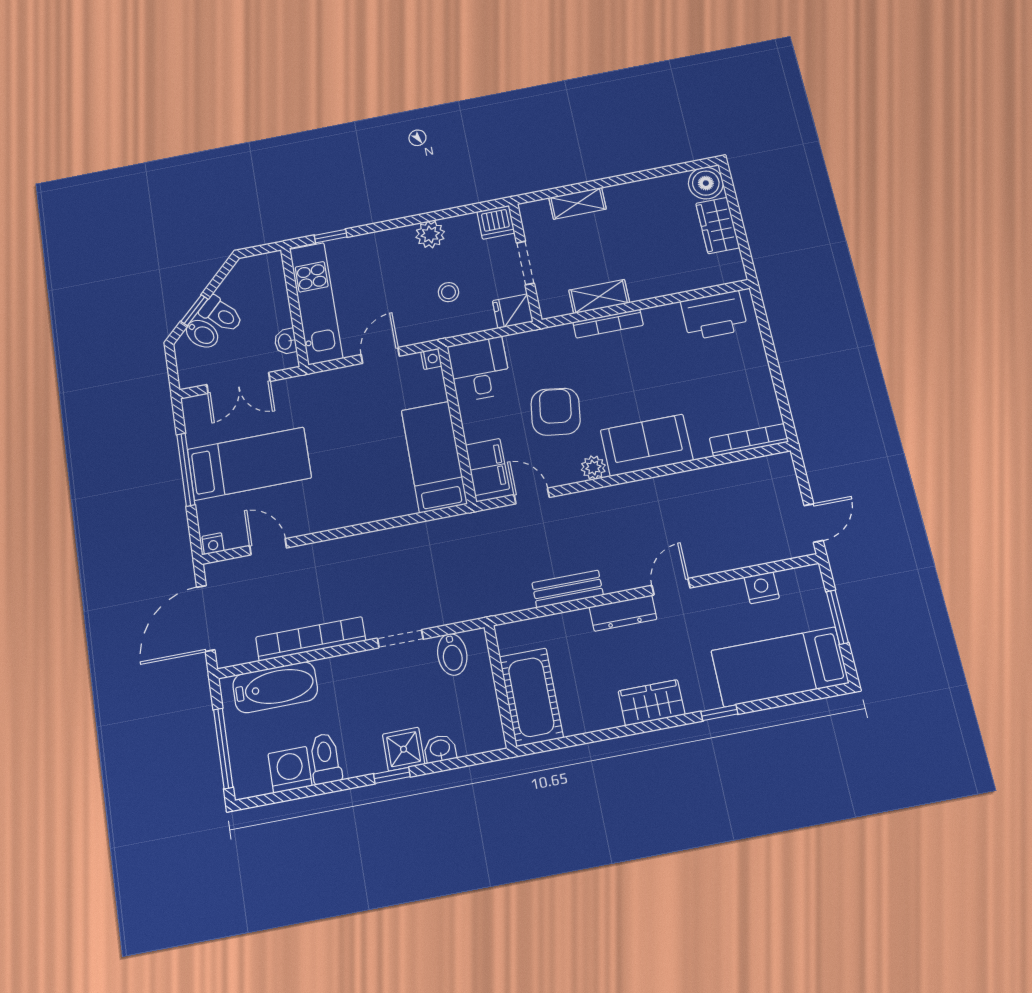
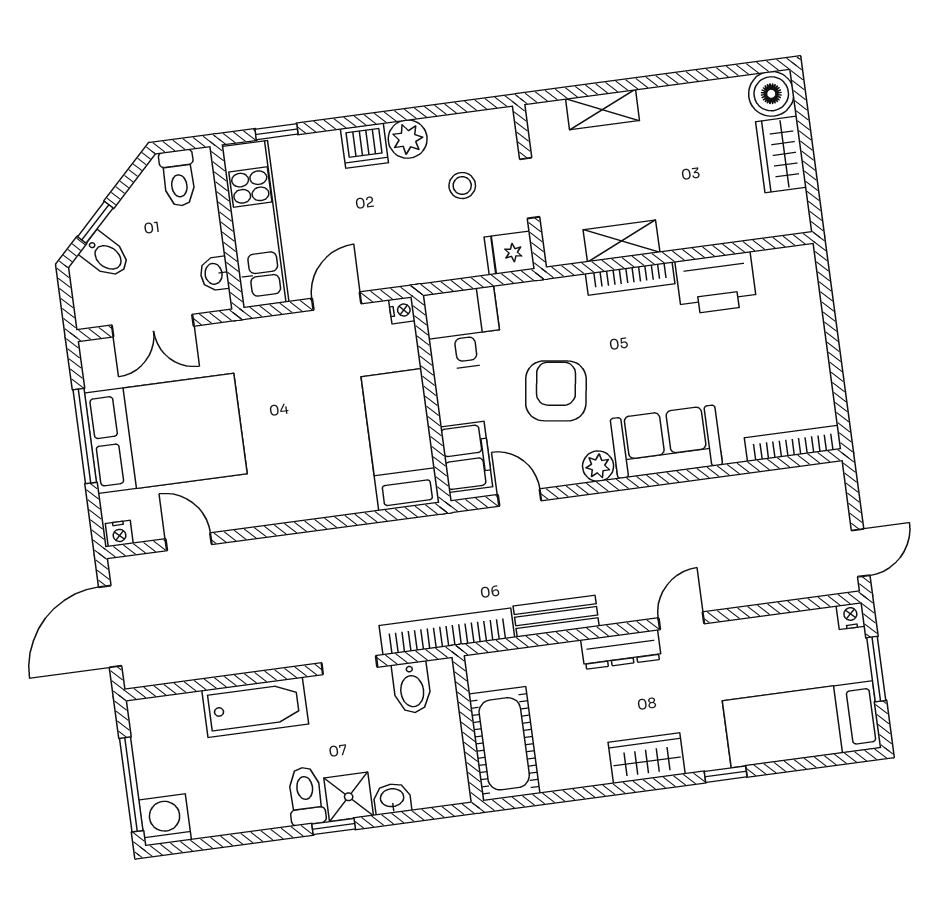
dishwasher: (496, 222) -> (364, 146), moved
stool: (449, 292) -> (462, 186), moved
toilet: (221, 314) -> (178, 178), moved, turned 45
printer: (714, 315) -> (716, 283), moved
bed: (249, 464) -> (166, 433), width x1.50
nightstand: (762, 588) -> (851, 616), moved, width x0.72, depth x0.74
bookcase: (311, 639) -> (447, 631), moved
bathtub: (275, 687) -> (255, 707), moved
toilet: (325, 759) -> (306, 796), moved
washing machine: (290, 770) -> (165, 820), moved

